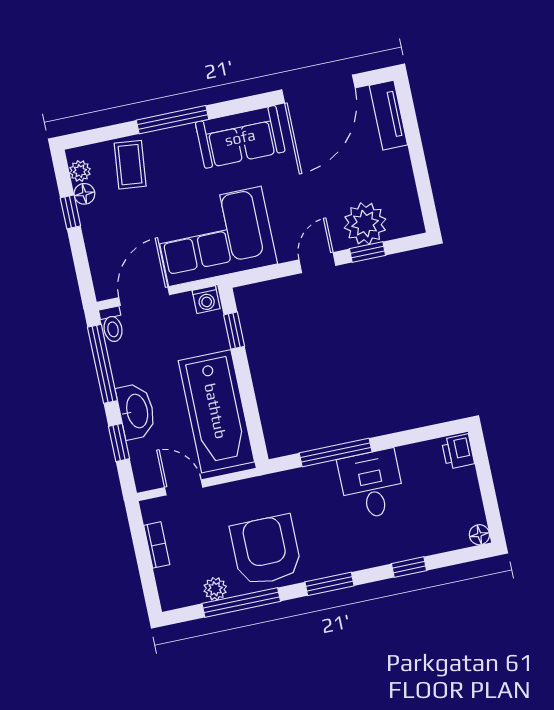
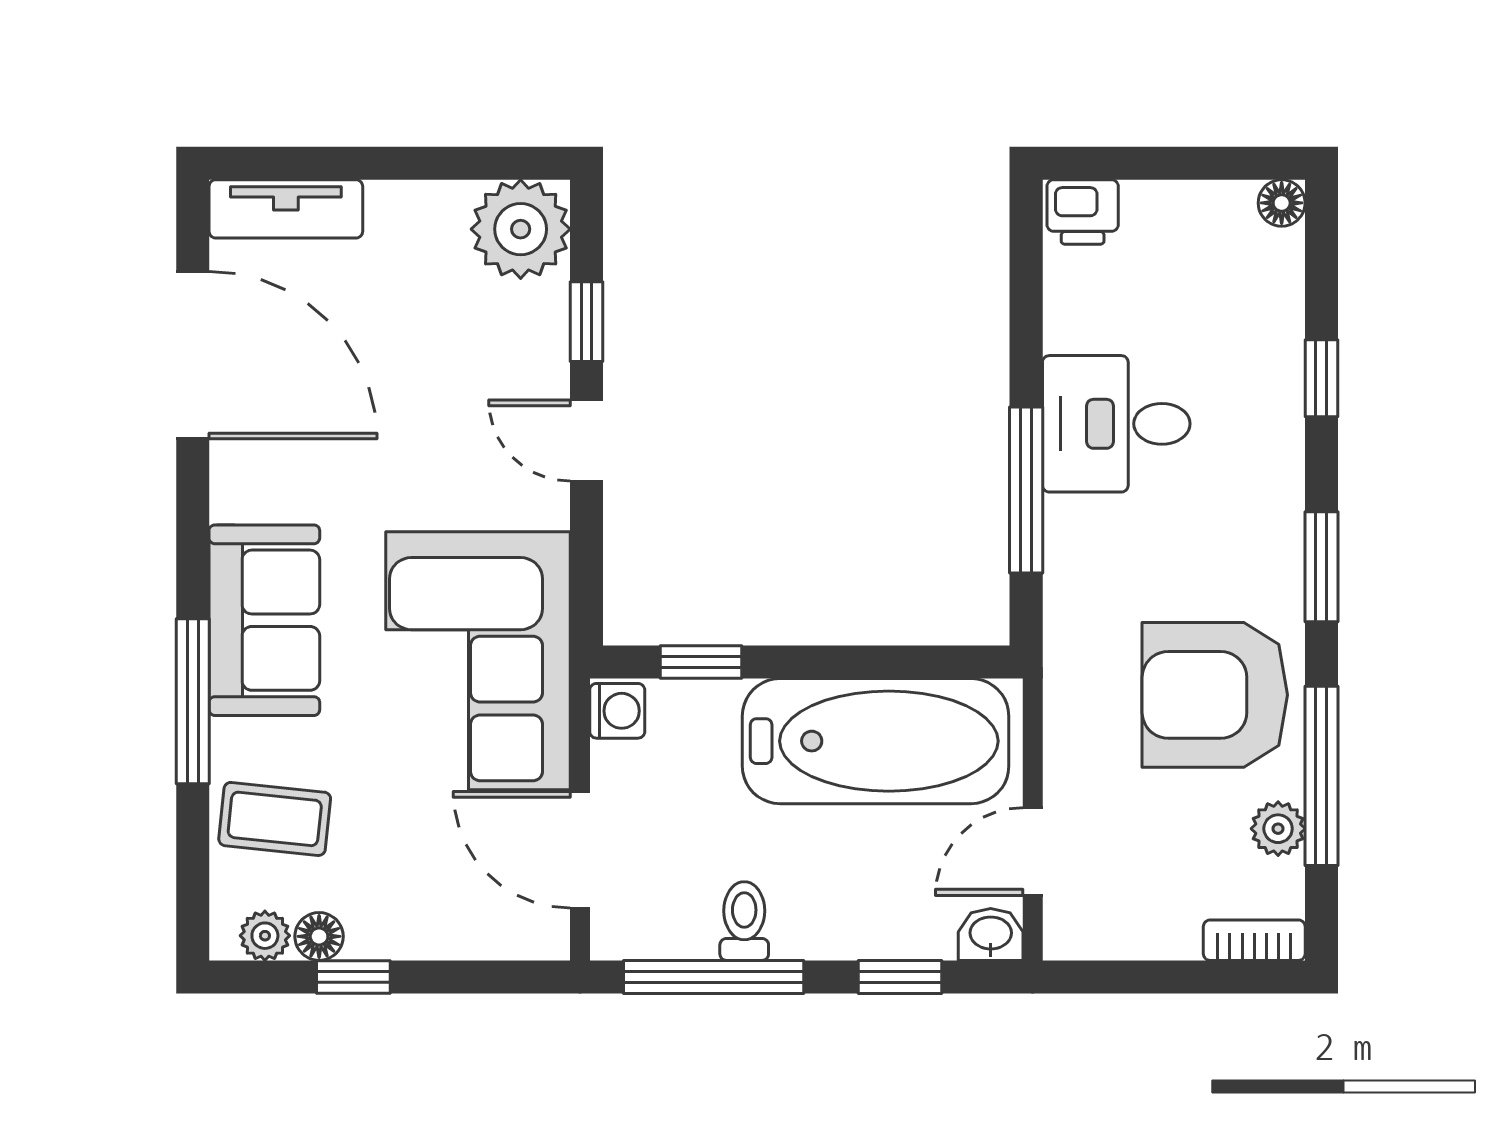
sofa: (240, 137) -> (264, 620), moved
plant: (365, 224) -> (521, 229), moved
toilet: (112, 325) -> (744, 921), moved, turned -90
washbasin: (136, 411) -> (991, 935), moved, width x0.52, depth x0.69
bookcase: (157, 545) -> (1254, 940), moved

